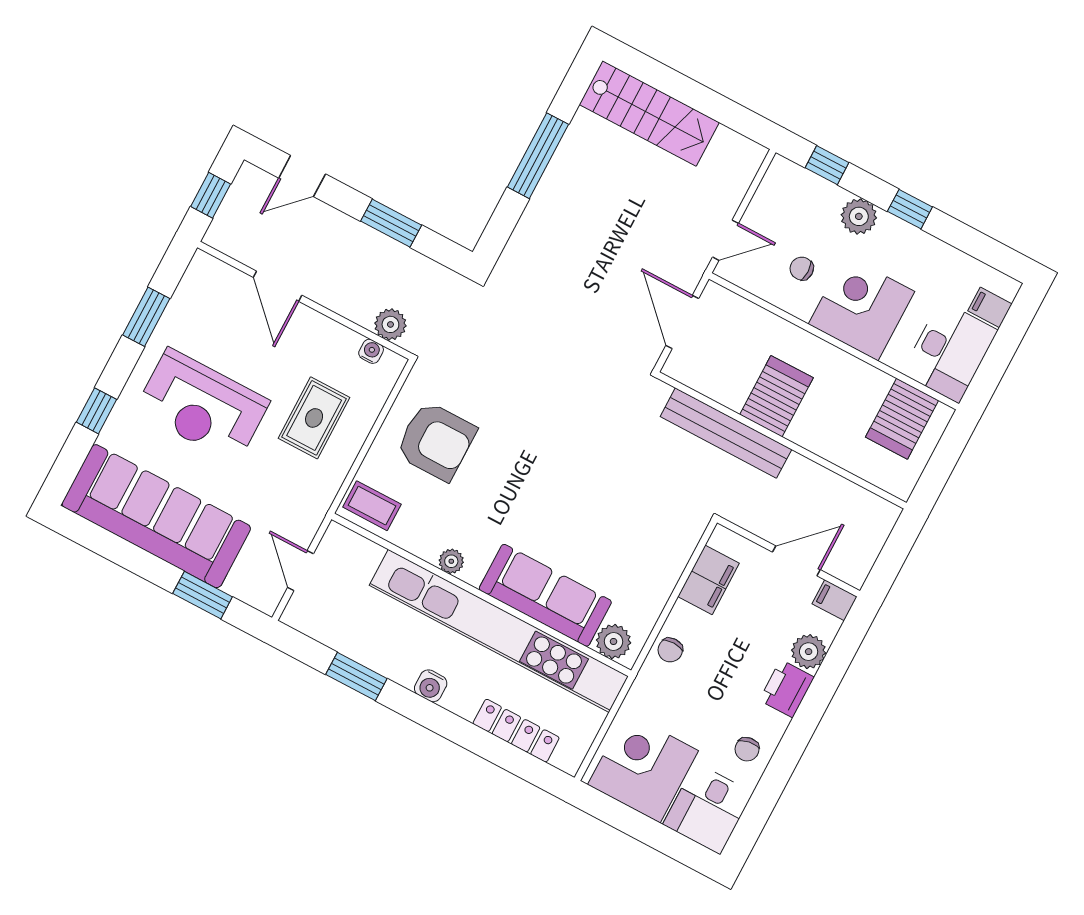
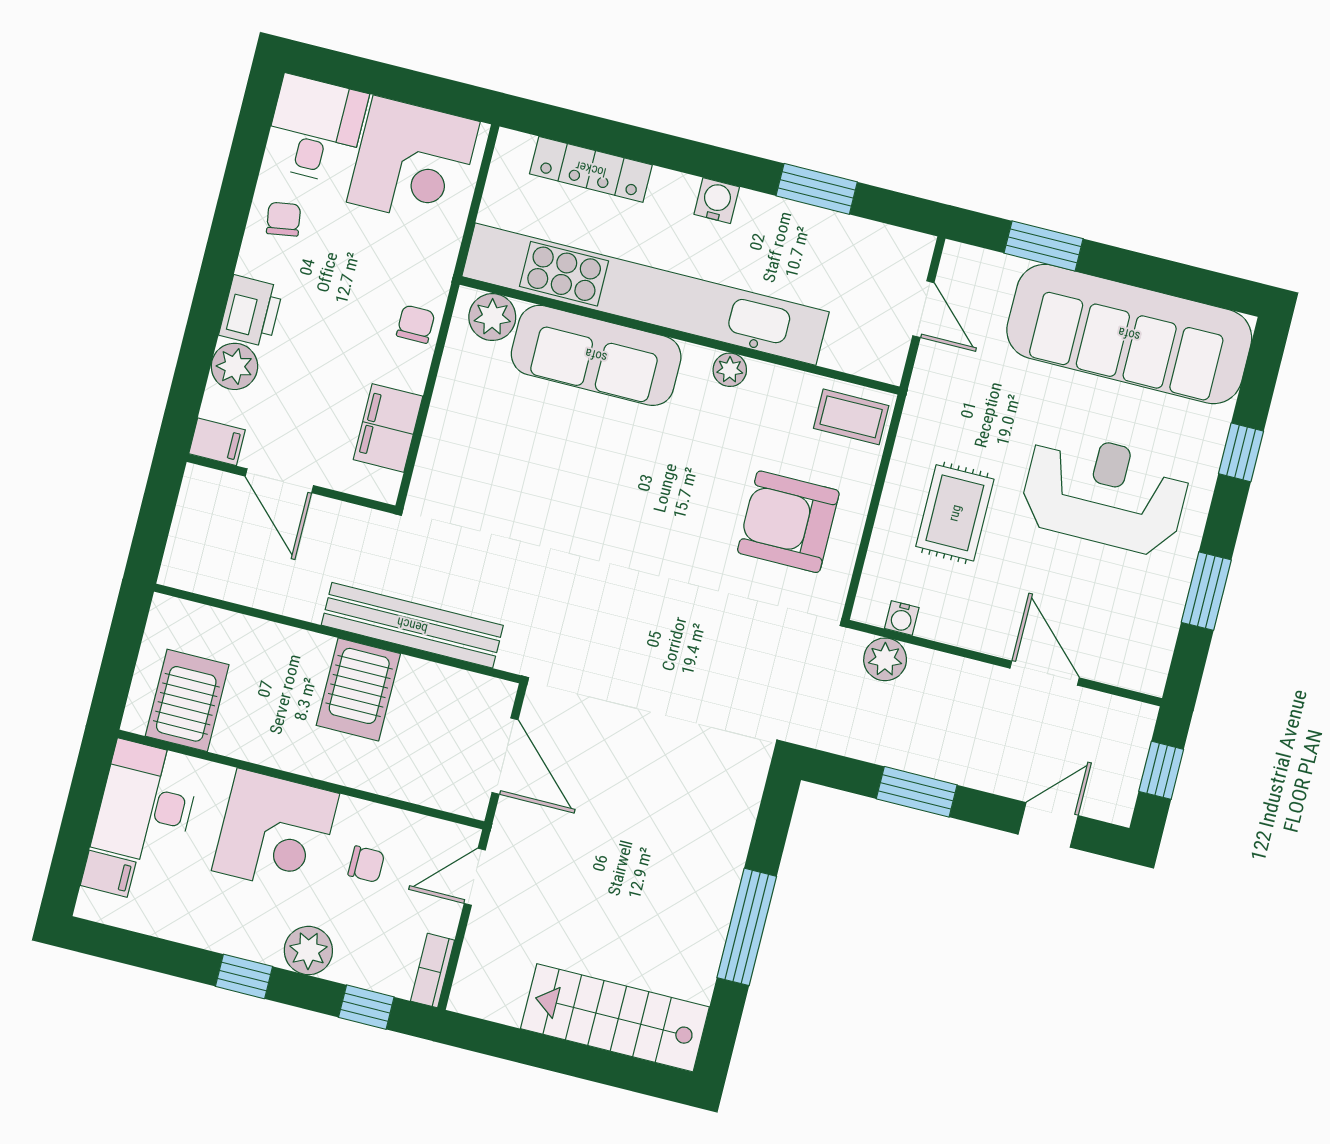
bookcase: (773, 180) -> (432, 971), added
door: (796, 561) -> (279, 481), hinge flipped

